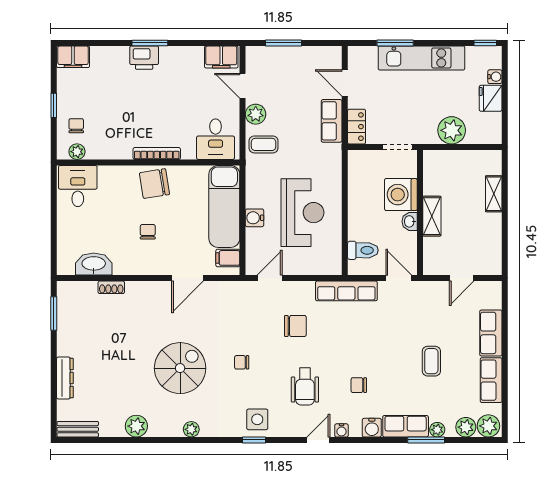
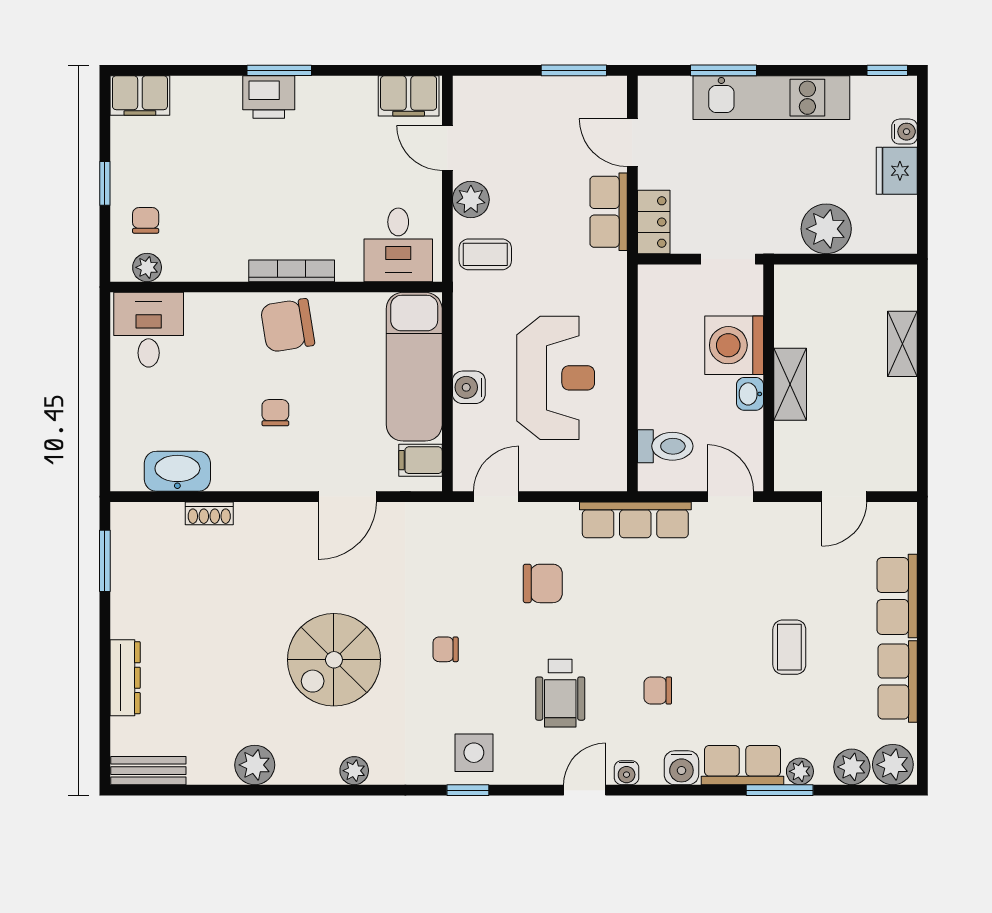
window: (283, 43) -> (574, 70), moved
spiral stairs: (180, 368) -> (334, 660), turned 180

